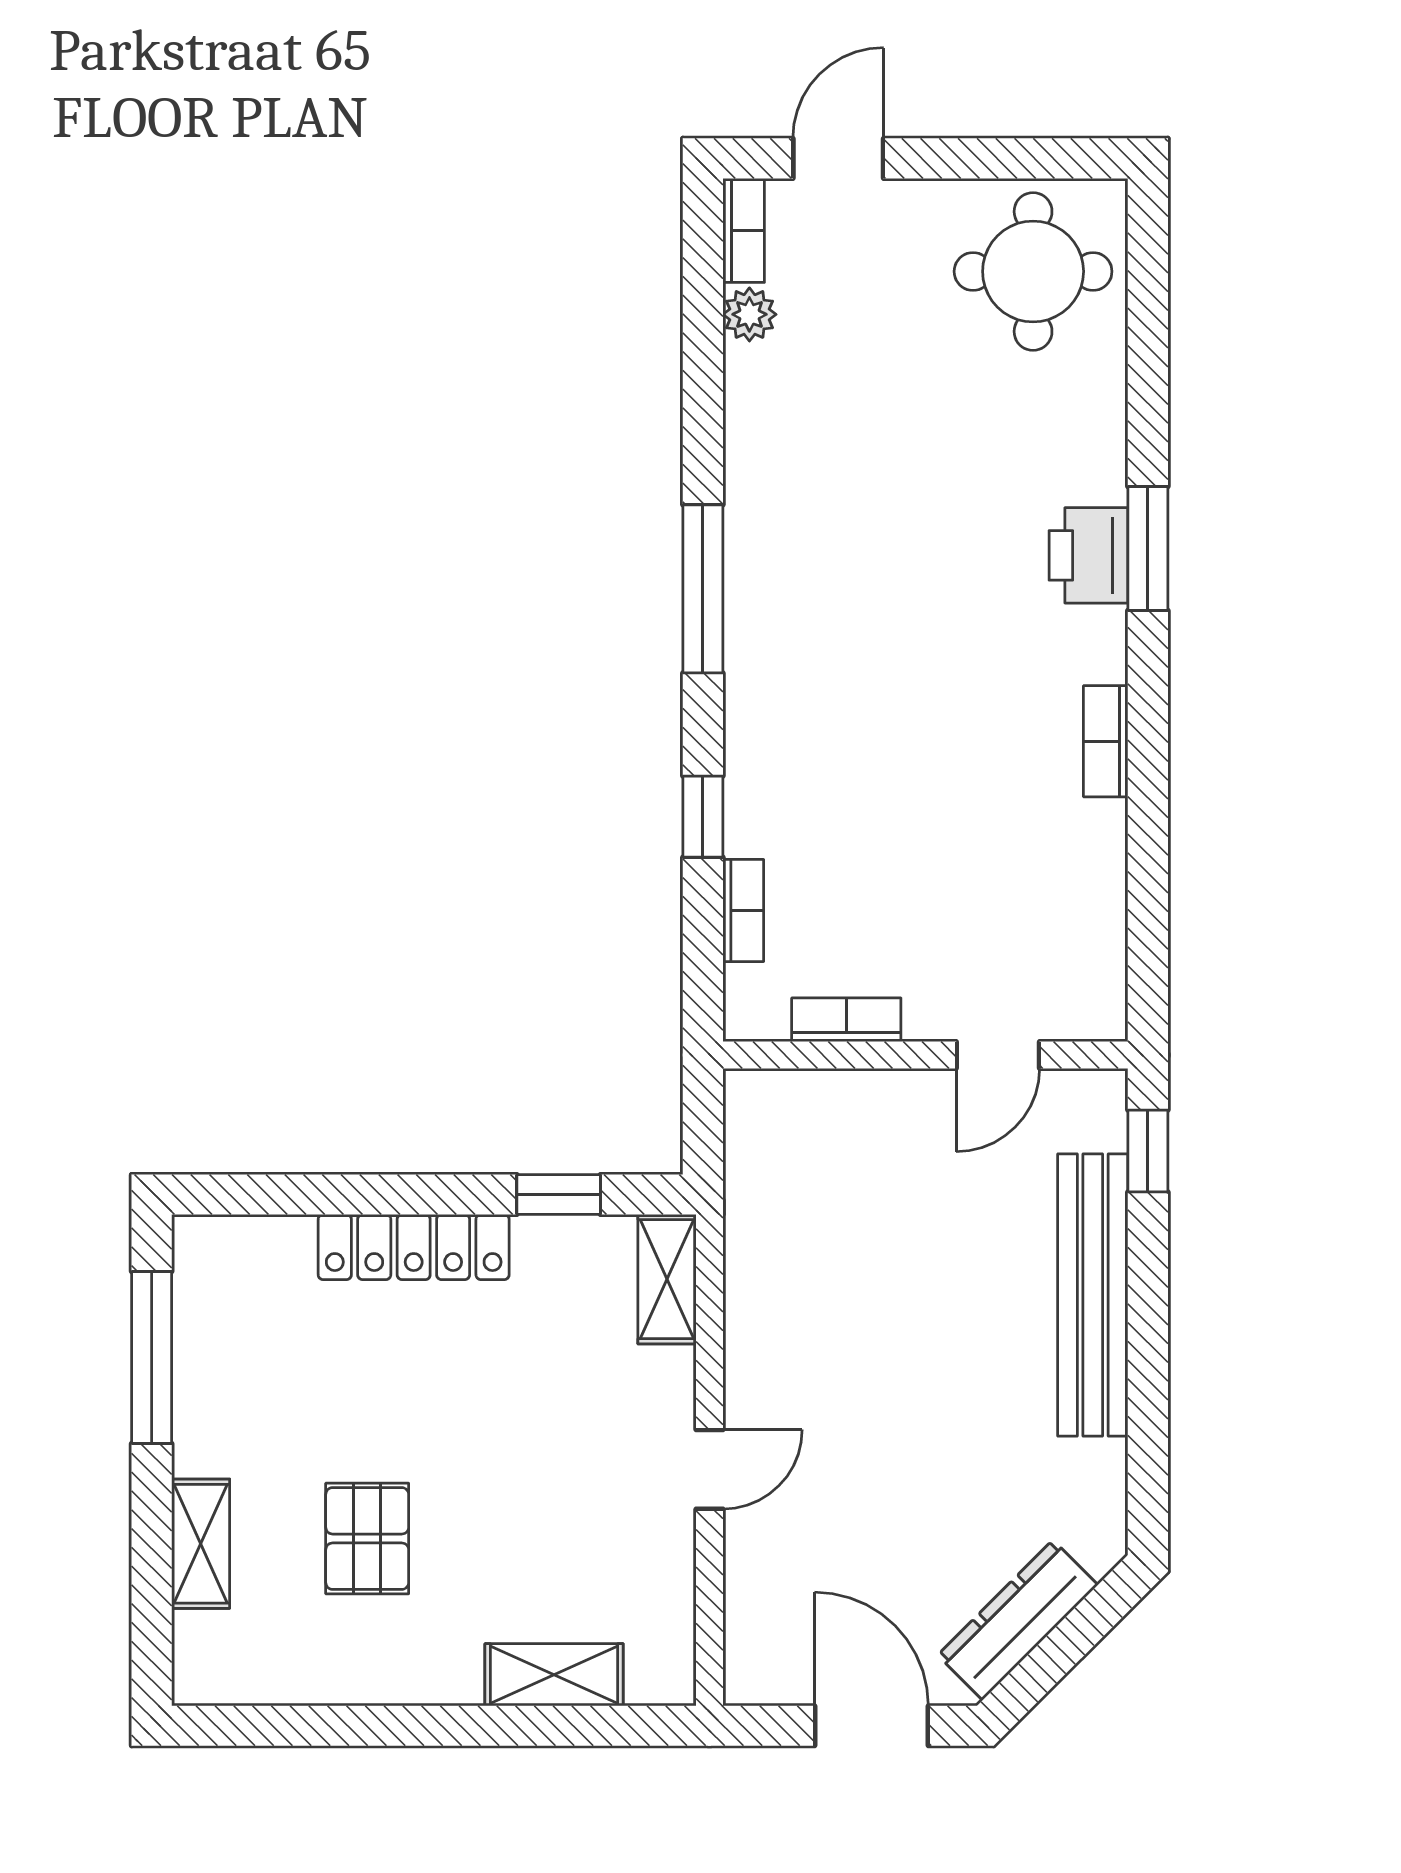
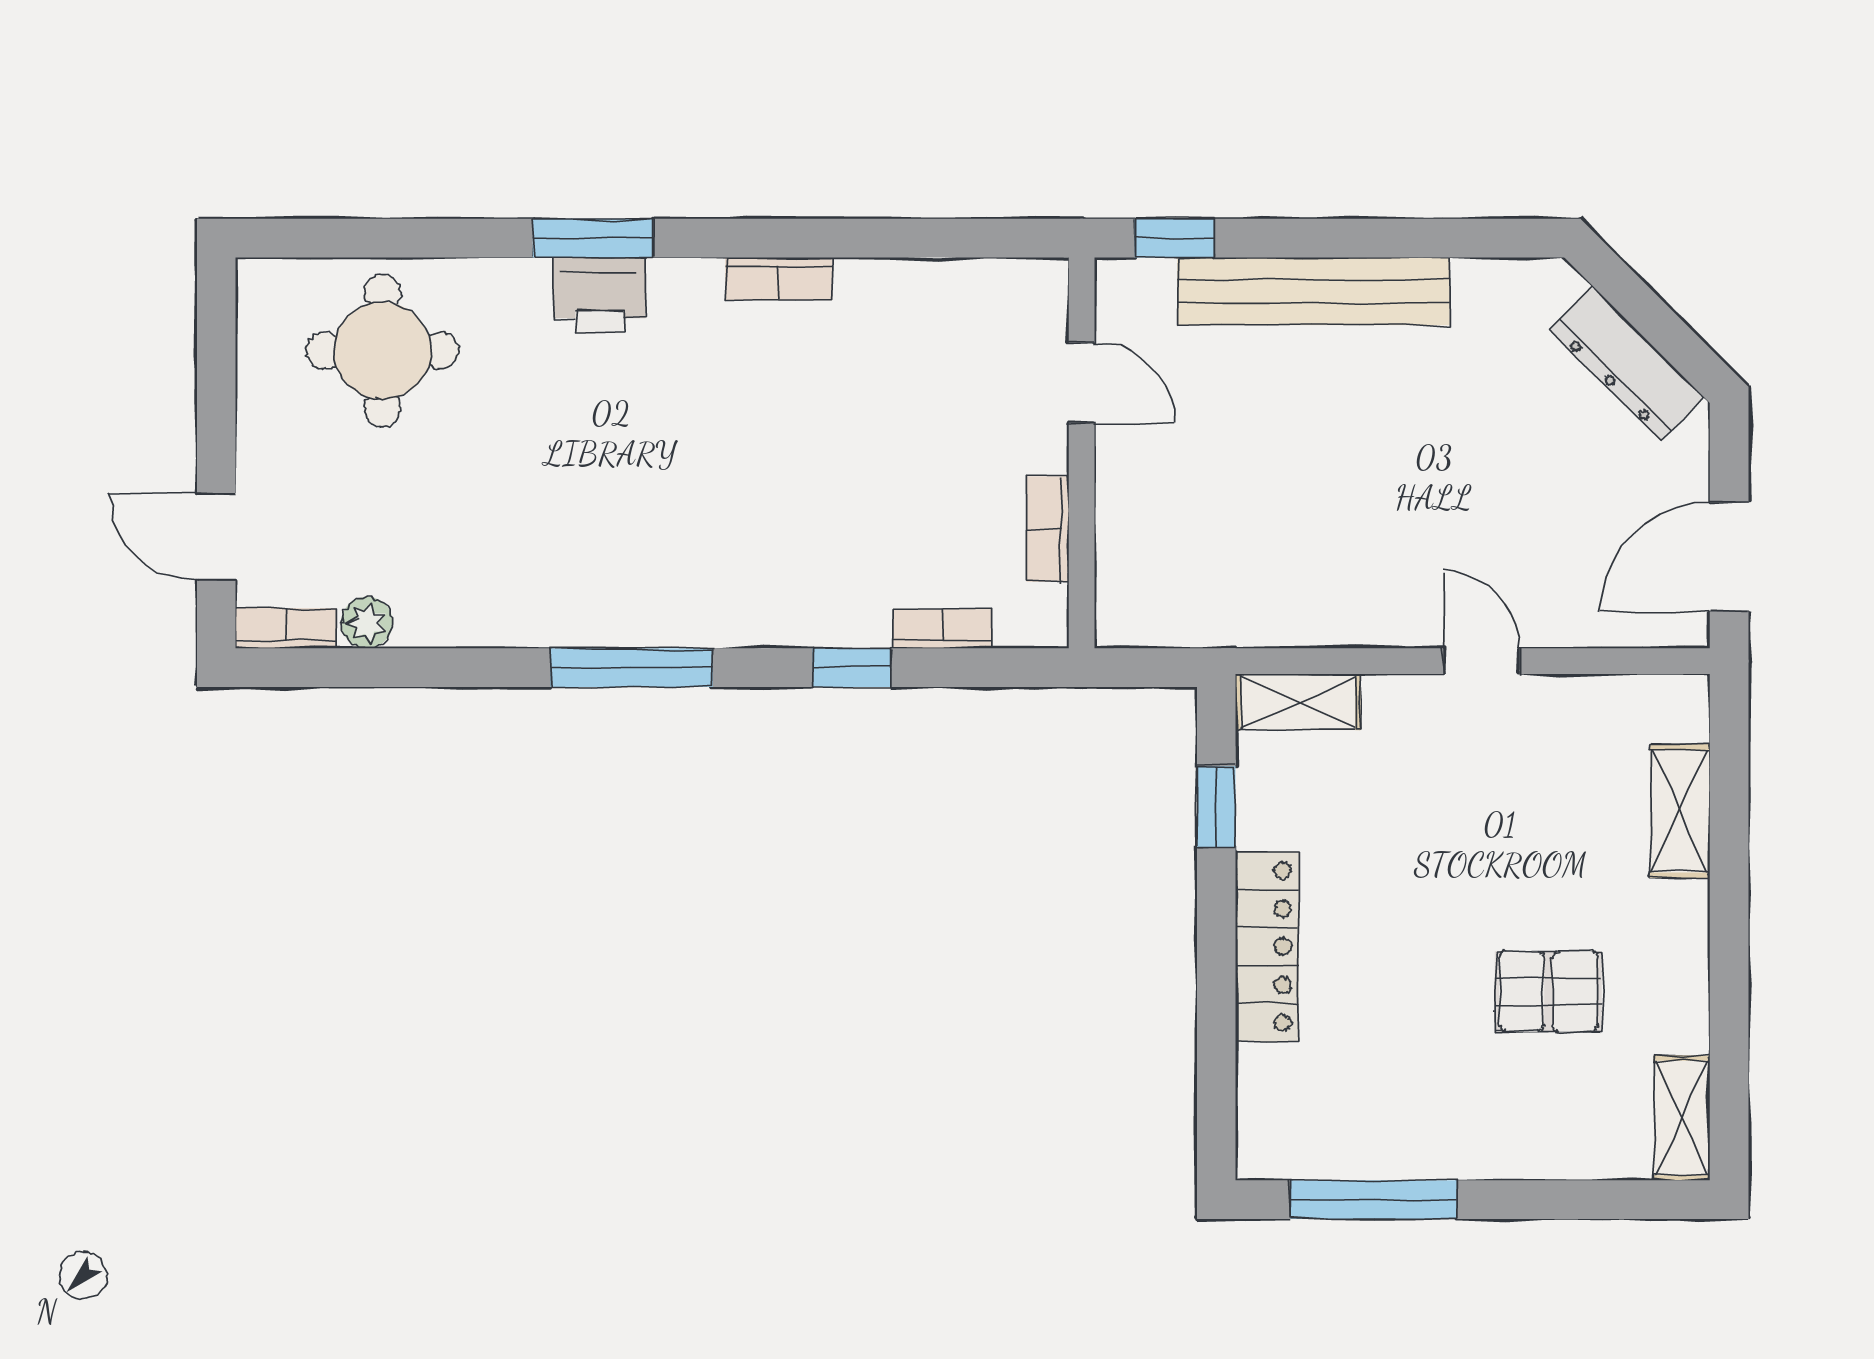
round table: (1033, 271) -> (382, 351), moved
shelving: (201, 1544) -> (1682, 1118), moved, turned 90
door: (871, 1726) -> (1729, 557), moved

